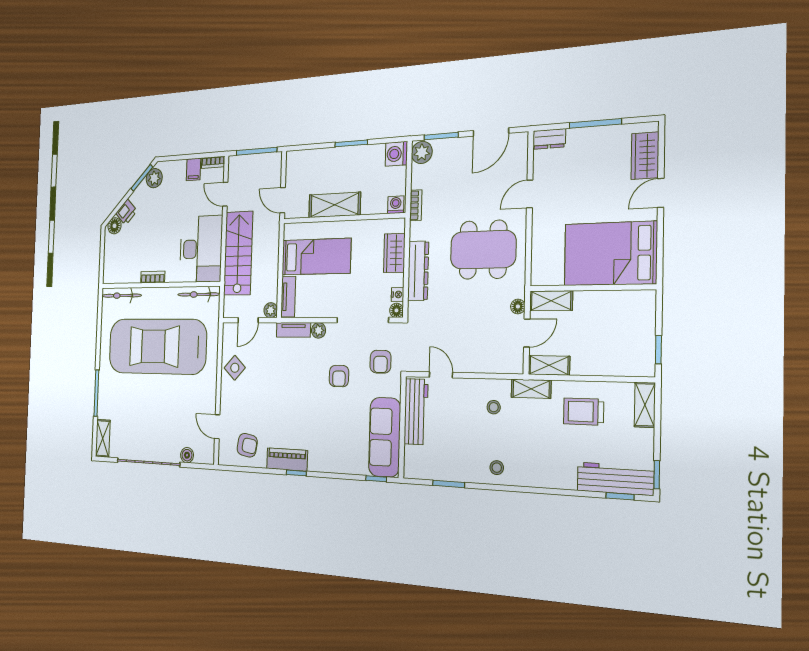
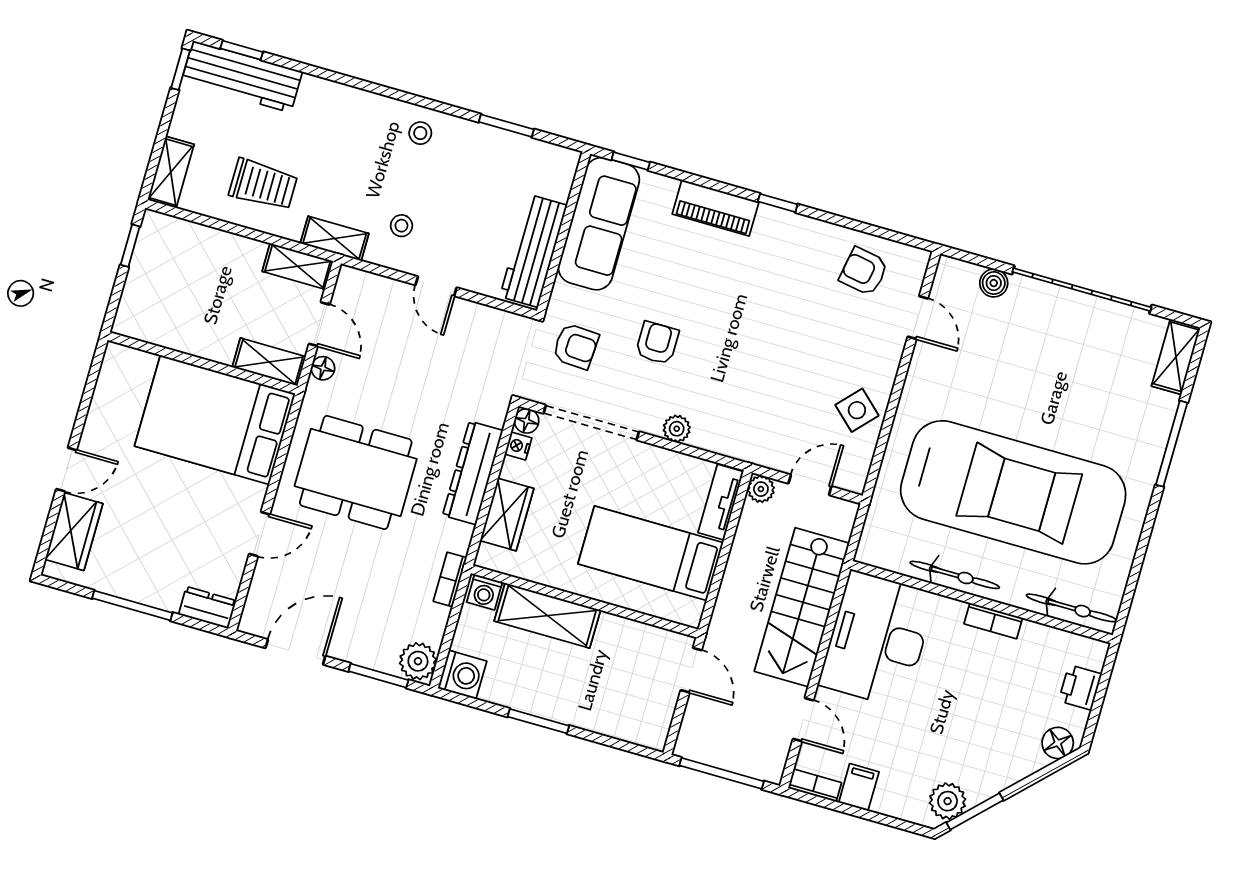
shelving: (335, 205) -> (547, 616), moved
printer: (126, 212) -> (1080, 687), moved, turned -45
bed: (610, 254) -> (215, 420), moved, turned 180
bicycle: (199, 294) -> (955, 575), moved
tv unit: (293, 330) -> (725, 443), removed
door: (527, 333) -> (319, 324), swing flipped
armchair: (381, 362) -> (576, 346), turned 93
door: (441, 375) -> (436, 286), moved
piano: (287, 459) -> (716, 208), moved

